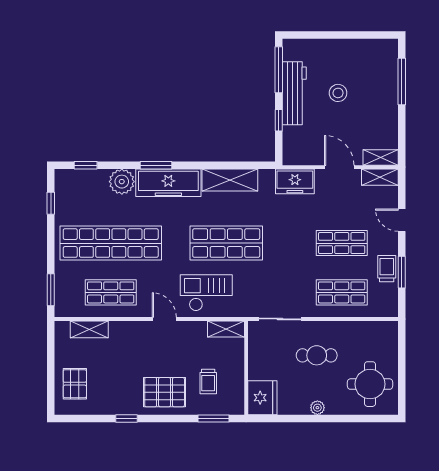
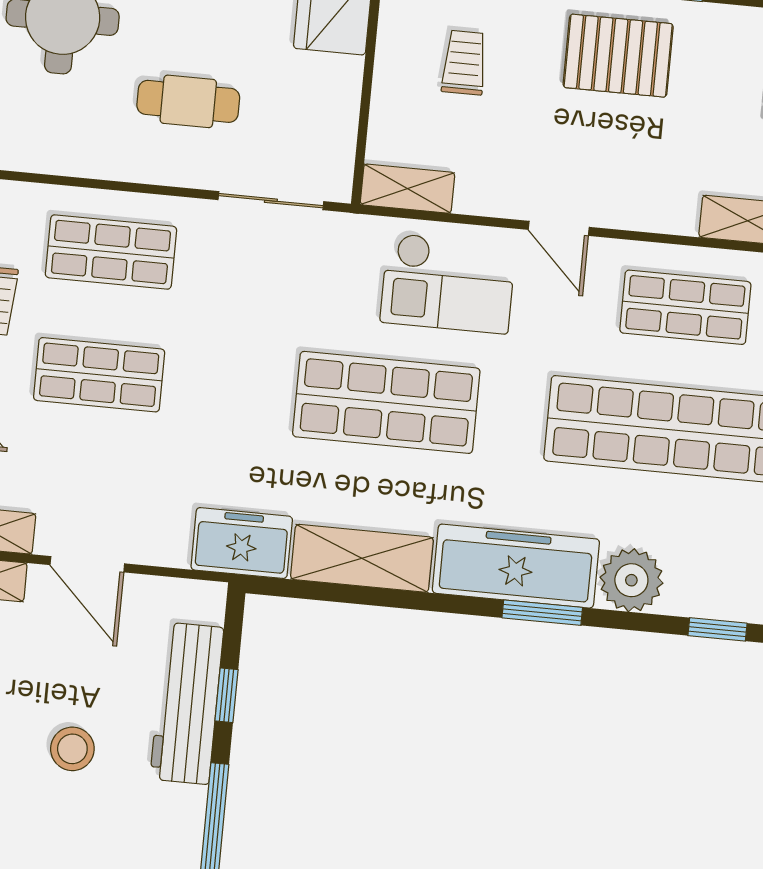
workbench: (294, 93) -> (187, 703), moved
freezer: (295, 181) -> (242, 543), moved
pallet: (165, 392) -> (618, 56), moved

